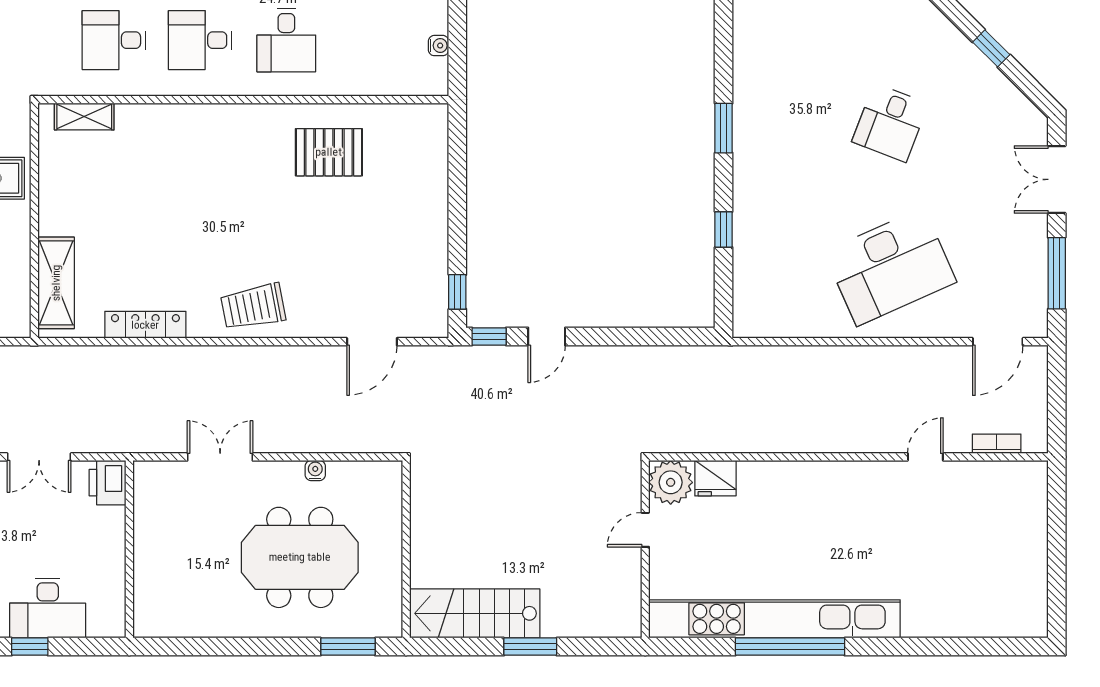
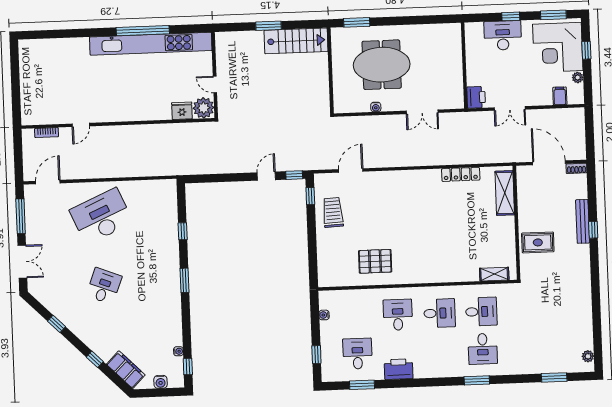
trolley: (253, 307) -> (333, 212), moved, turned -82
double door: (39, 457) -> (510, 108), swing flipped
door: (645, 530) -> (215, 84), swing flipped

